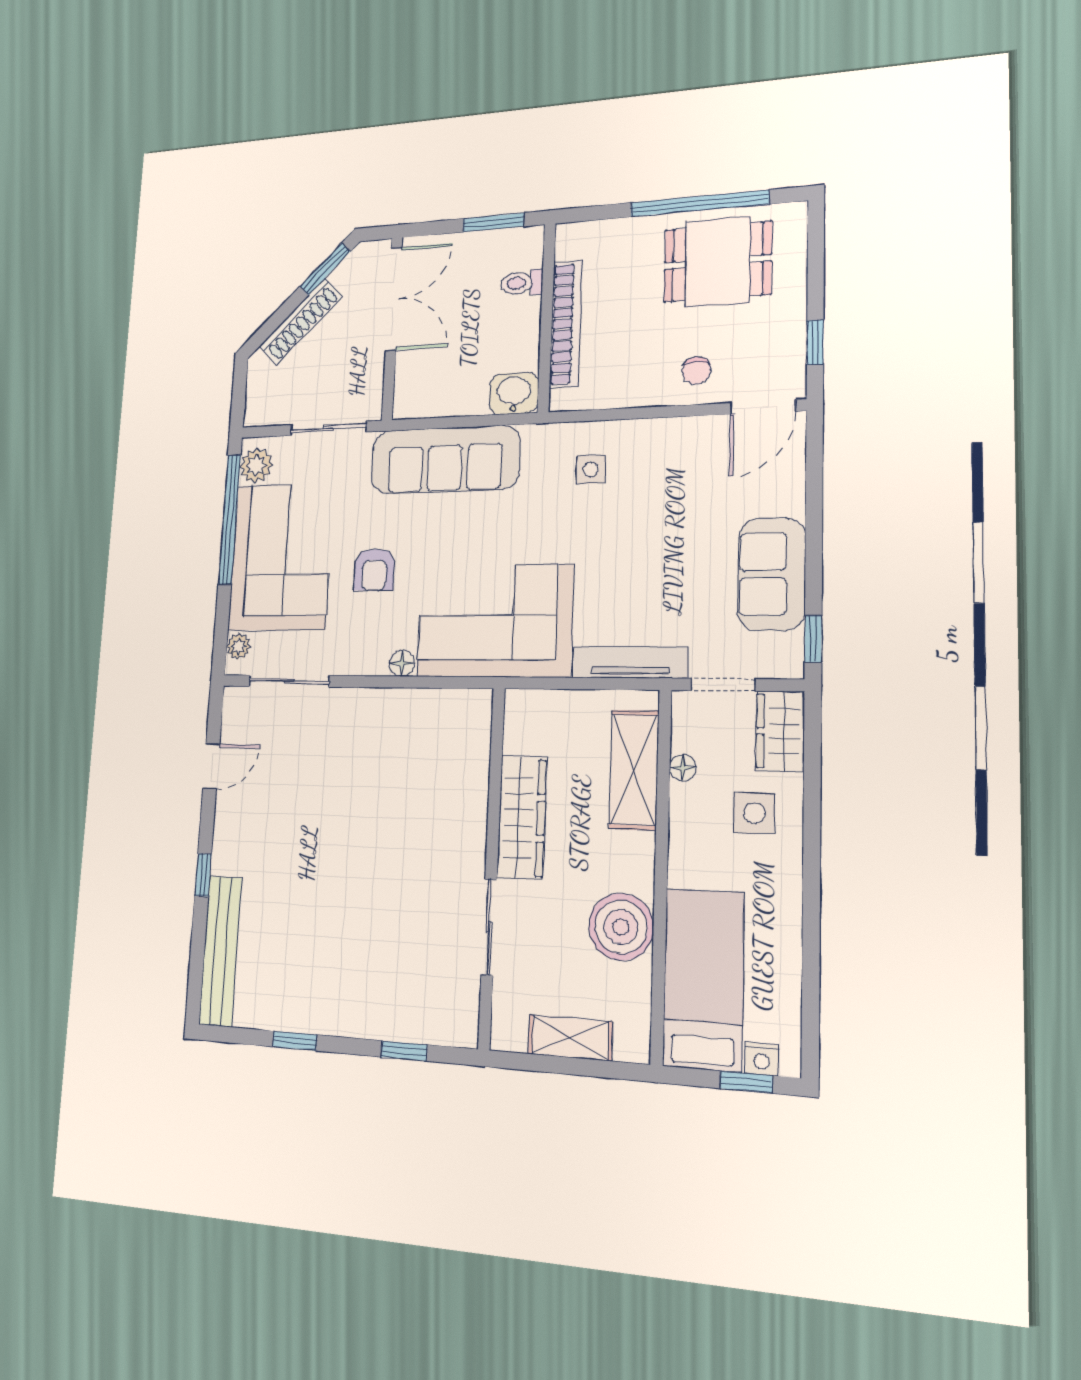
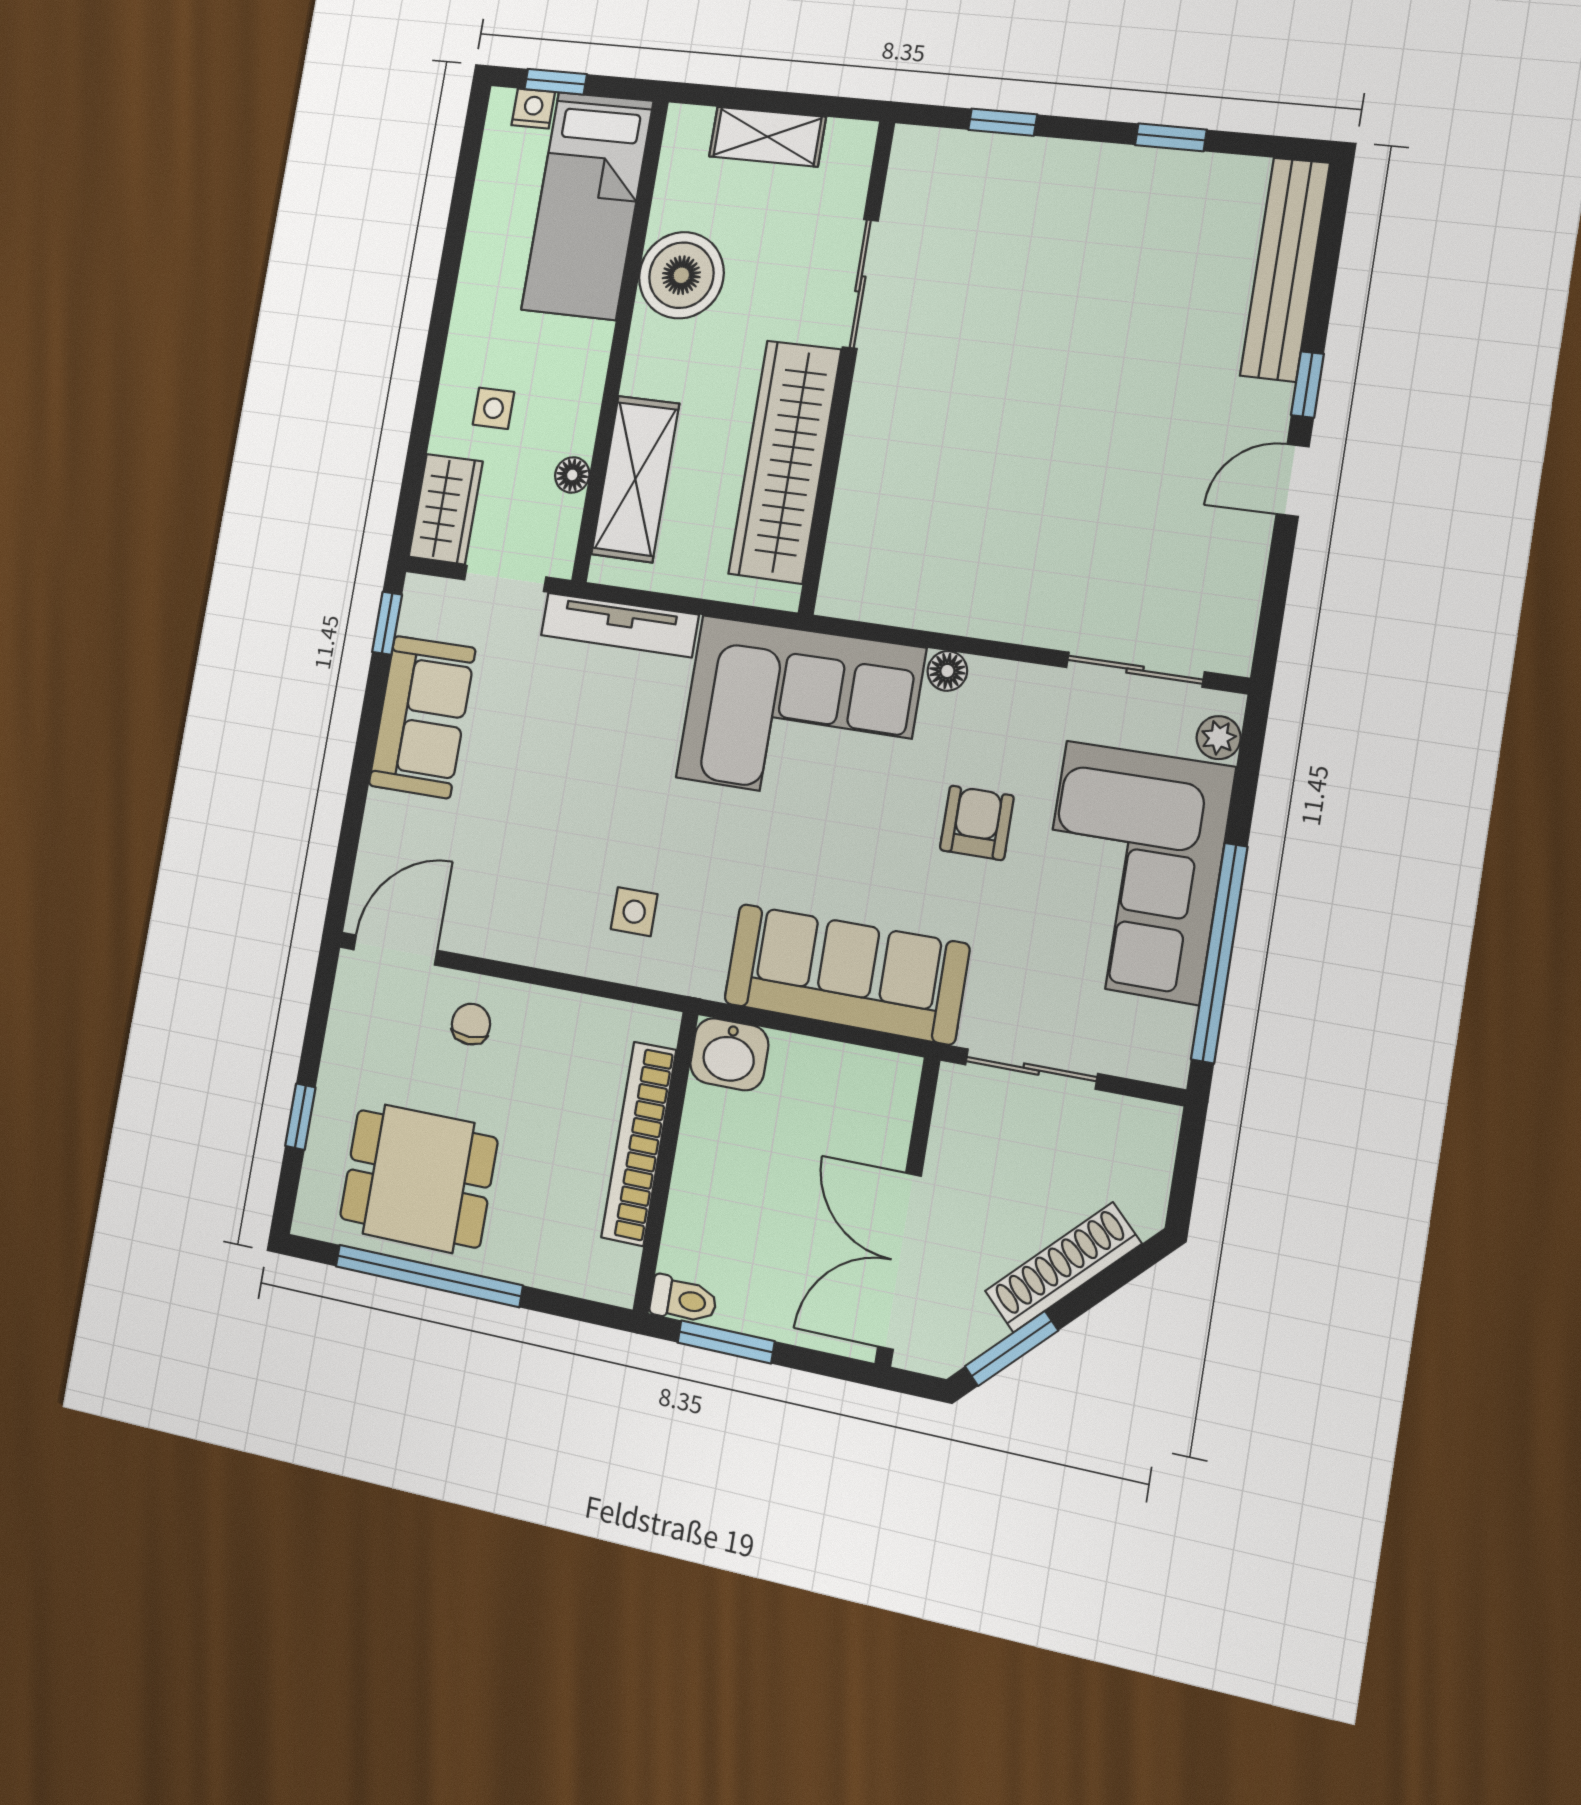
toilet: (522, 283) -> (683, 1300), moved
window: (815, 342) -> (300, 1117), moved
plant: (256, 465) -> (1164, 1035), removed
door: (211, 766) -> (1293, 480), moved
side table: (754, 813) -> (493, 408), width x0.73, depth x0.73
wardrobe: (522, 817) -> (785, 462), width x1.40, depth x1.17

